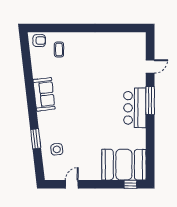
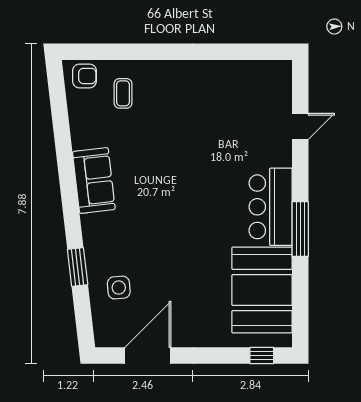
window: (150, 100) -> (300, 229), moved
booth: (124, 165) -> (262, 290), moved, turned 90
door: (72, 184) -> (148, 356), width x1.88

